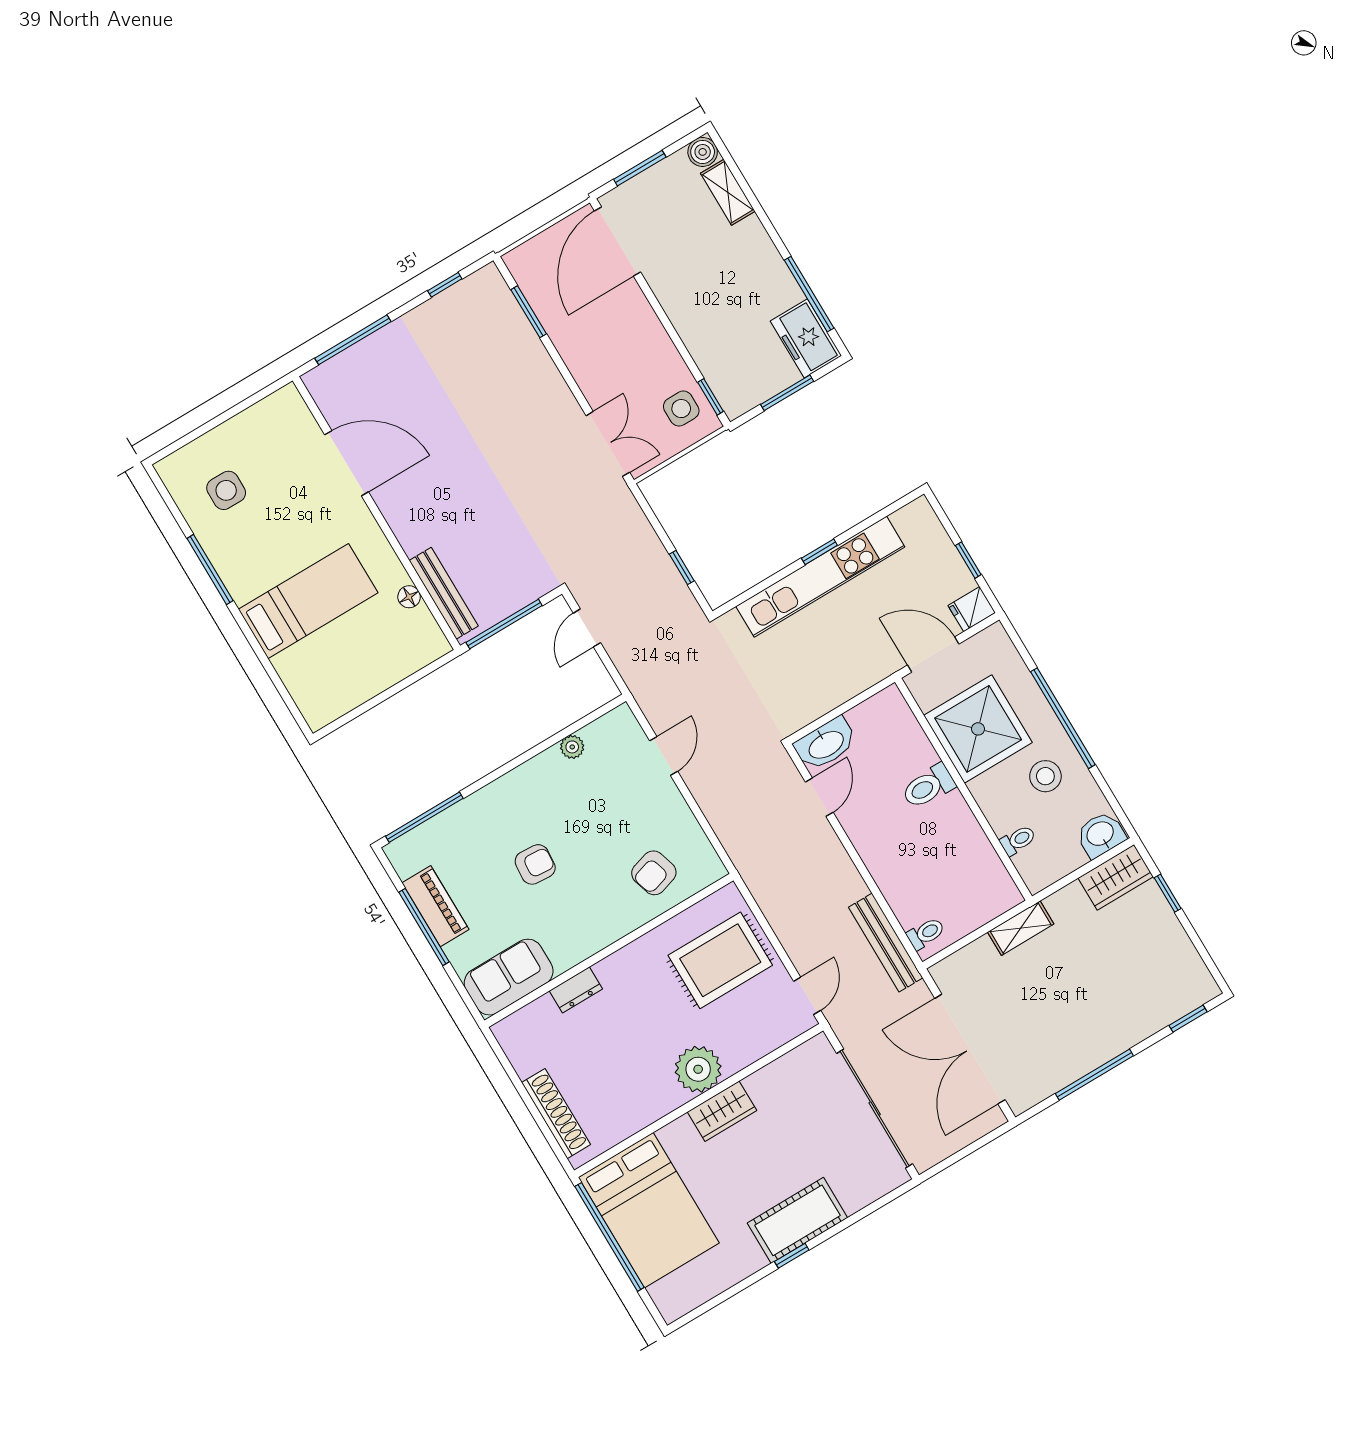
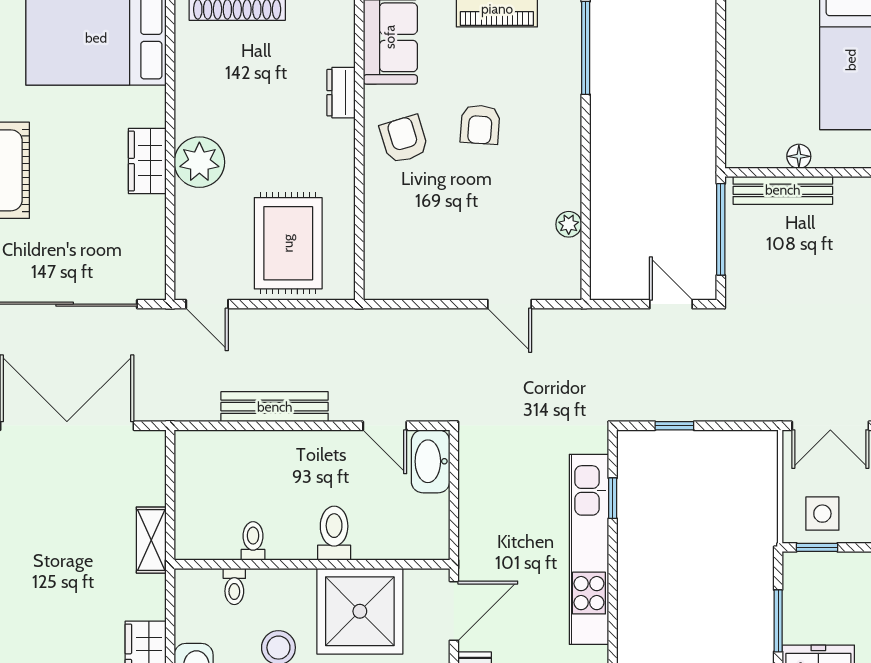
window: (819, 552) -> (613, 498), moved
armchair: (654, 873) -> (404, 139), moved
toilet: (926, 933) -> (253, 541), moved, turned 180
bench: (886, 943) -> (275, 407), moved

